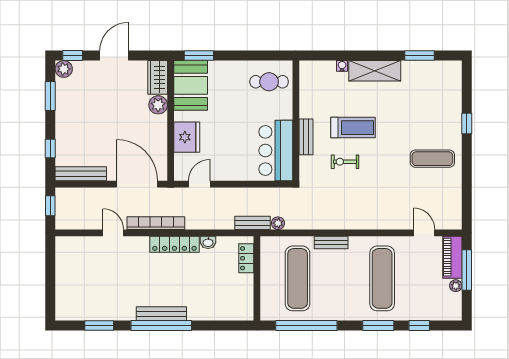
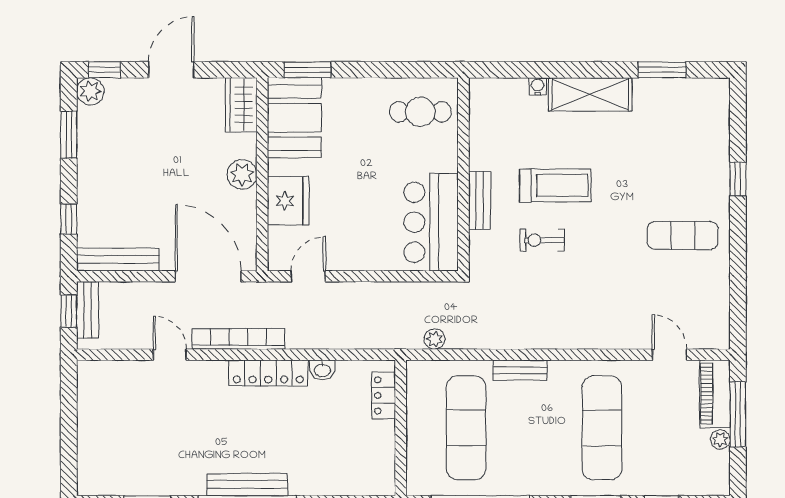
plant: (158, 105) -> (242, 174), moved
bench: (253, 223) -> (88, 310), moved, turned 90

